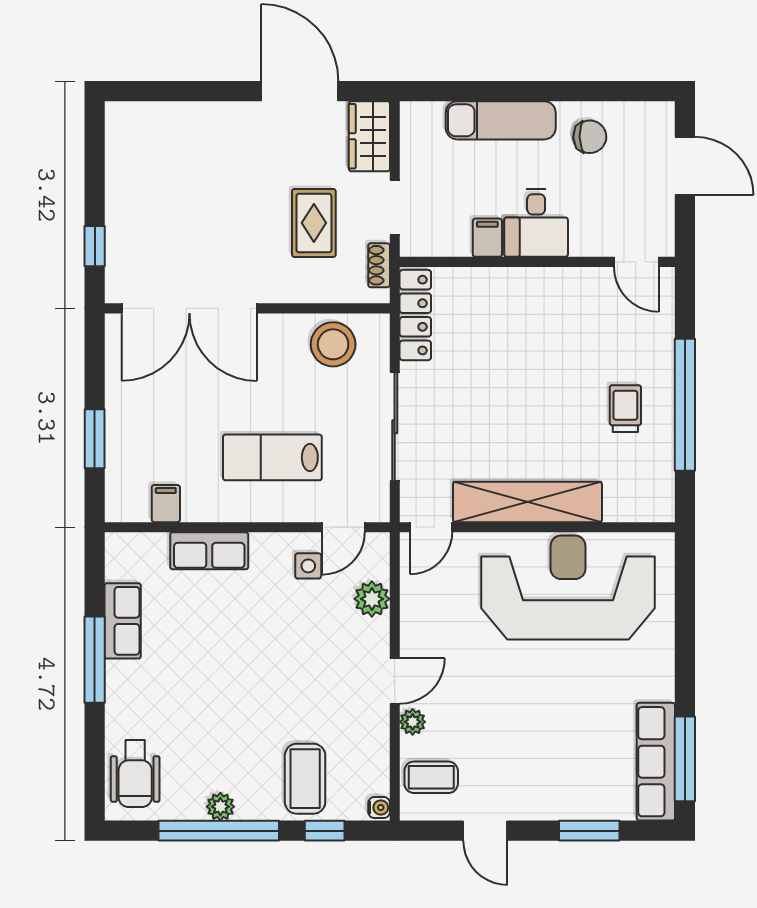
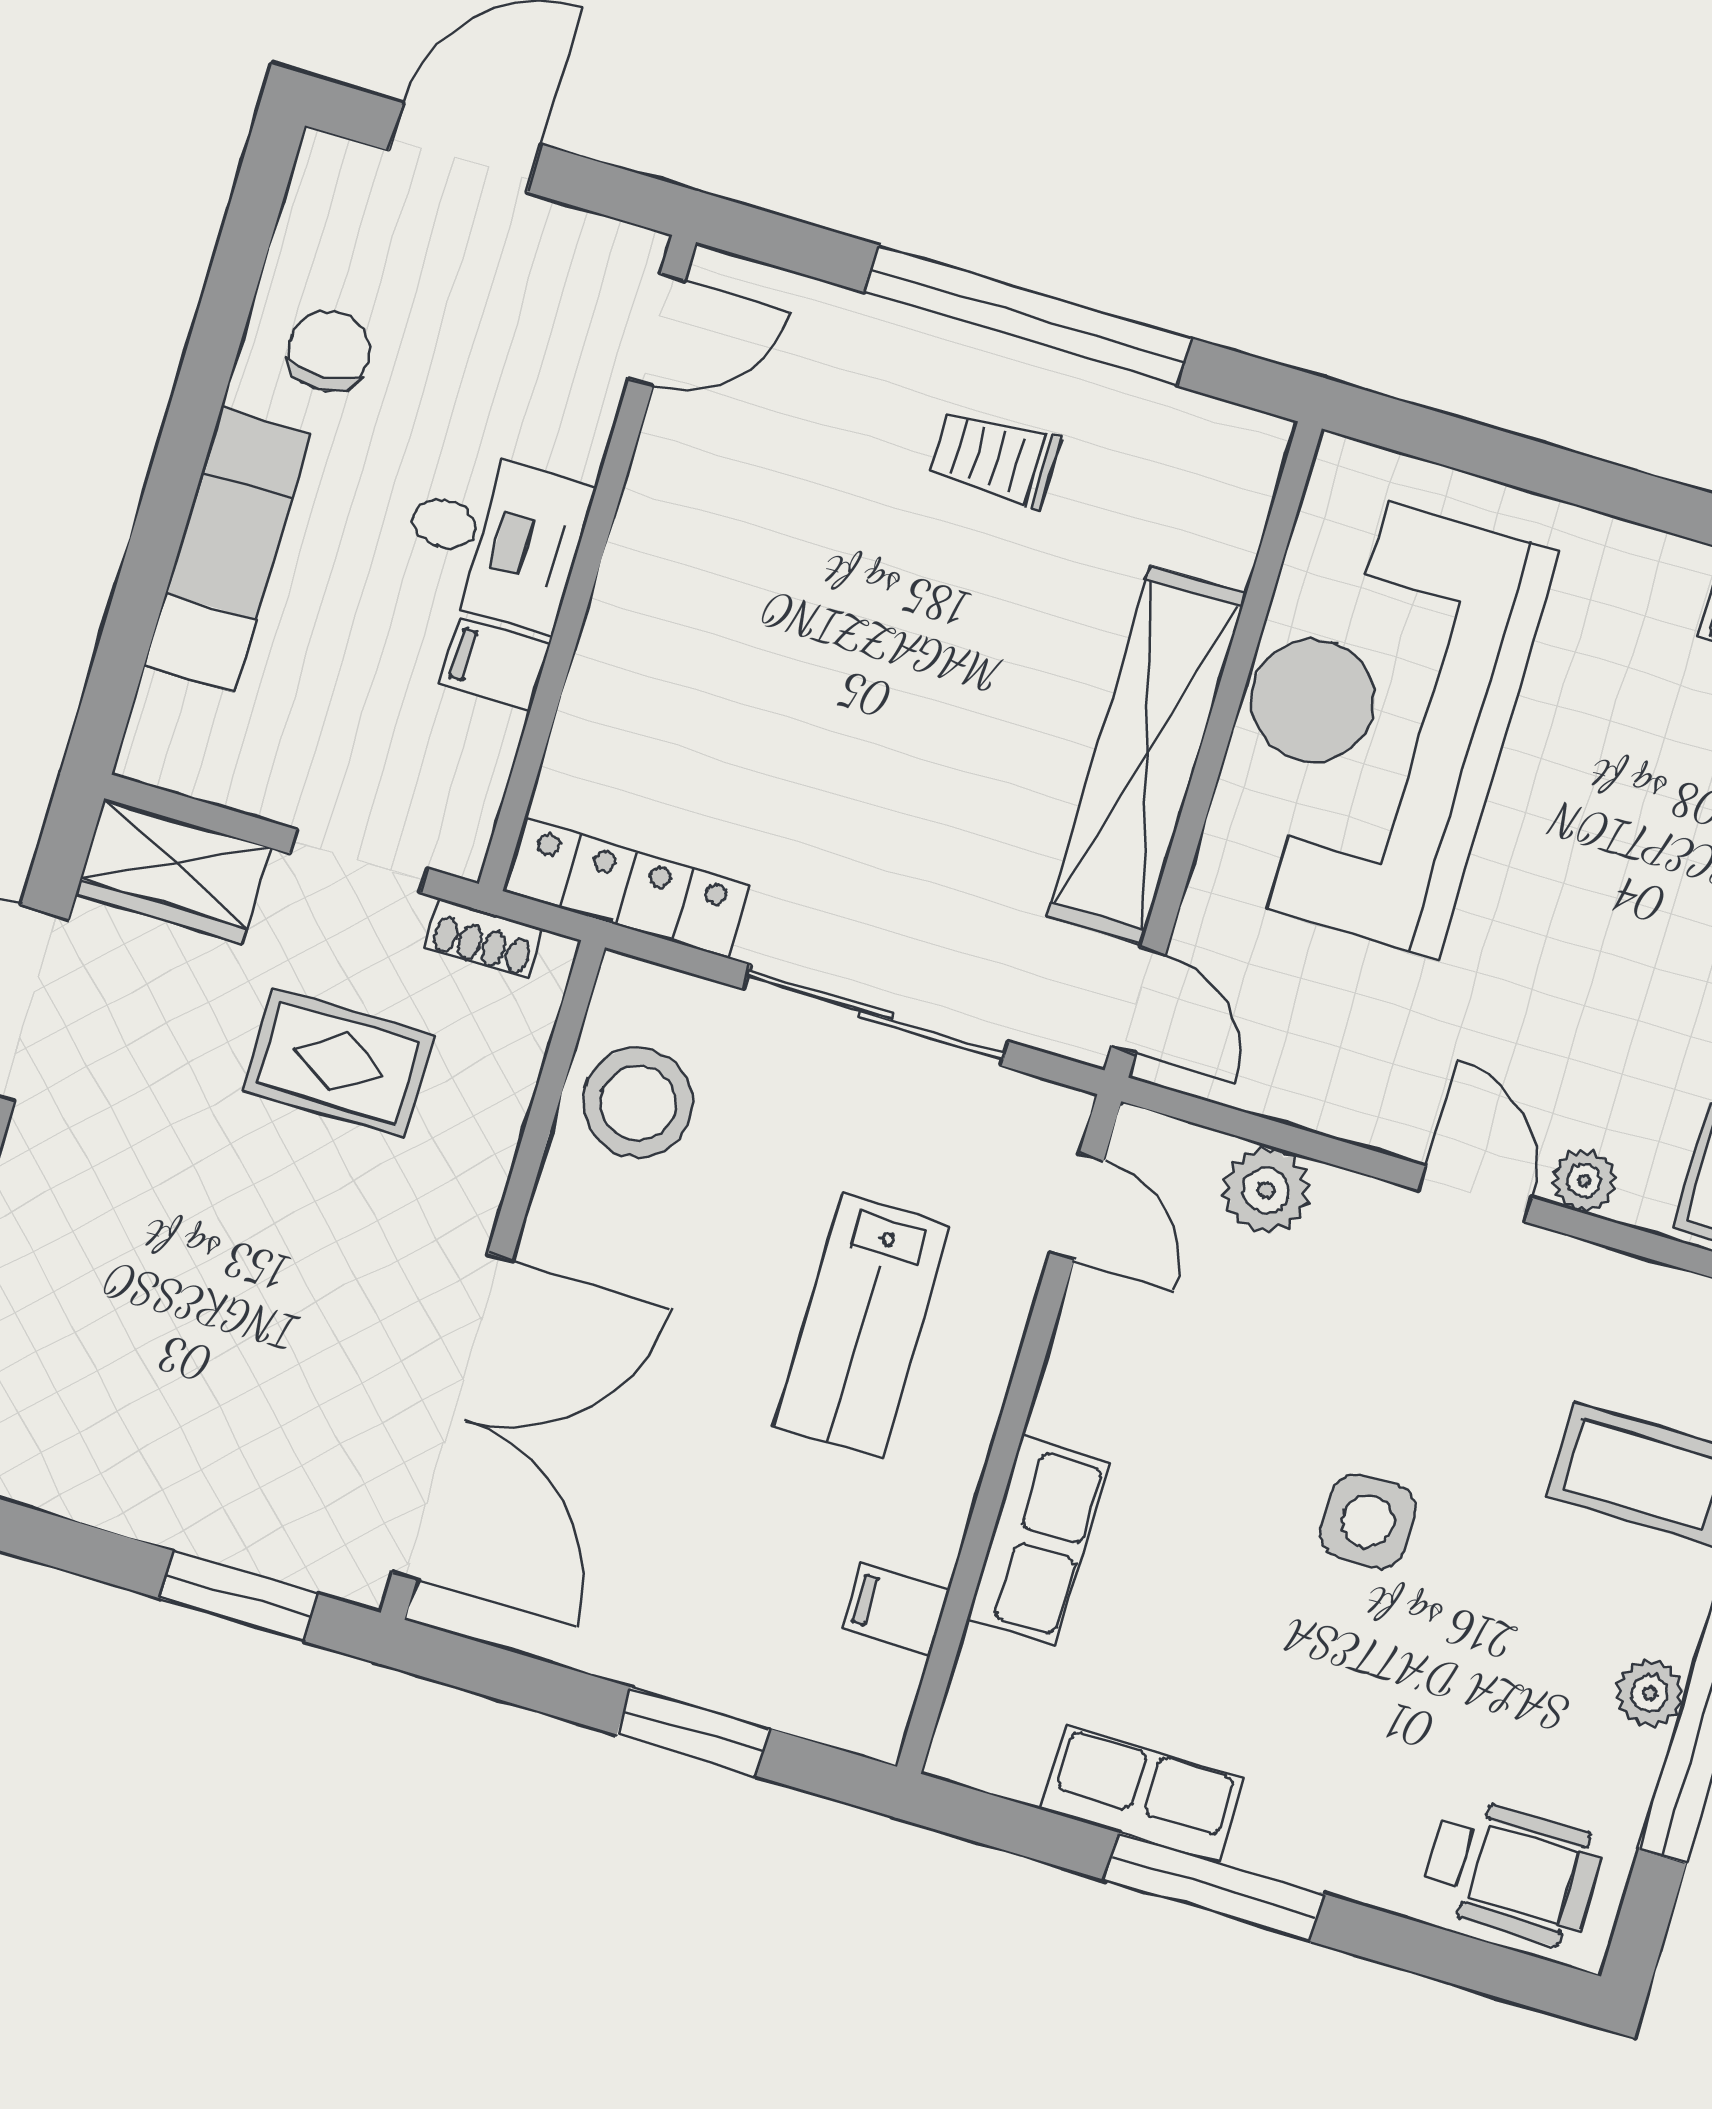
window: (95, 246) -> (239, 1596), width x1.50
side table: (308, 566) -> (1368, 1521), moved, width x1.37, depth x1.37

